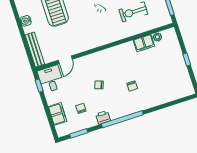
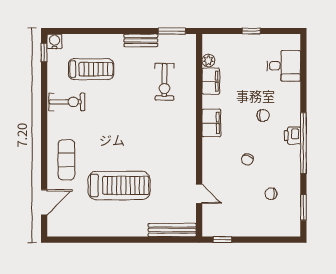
water cooler: (26, 21) -> (130, 230), removed
desk: (51, 79) -> (284, 66), moved, turned 180
filing cabinet: (58, 114) -> (211, 123), moved, turned 90
printer: (103, 117) -> (293, 136), moved

